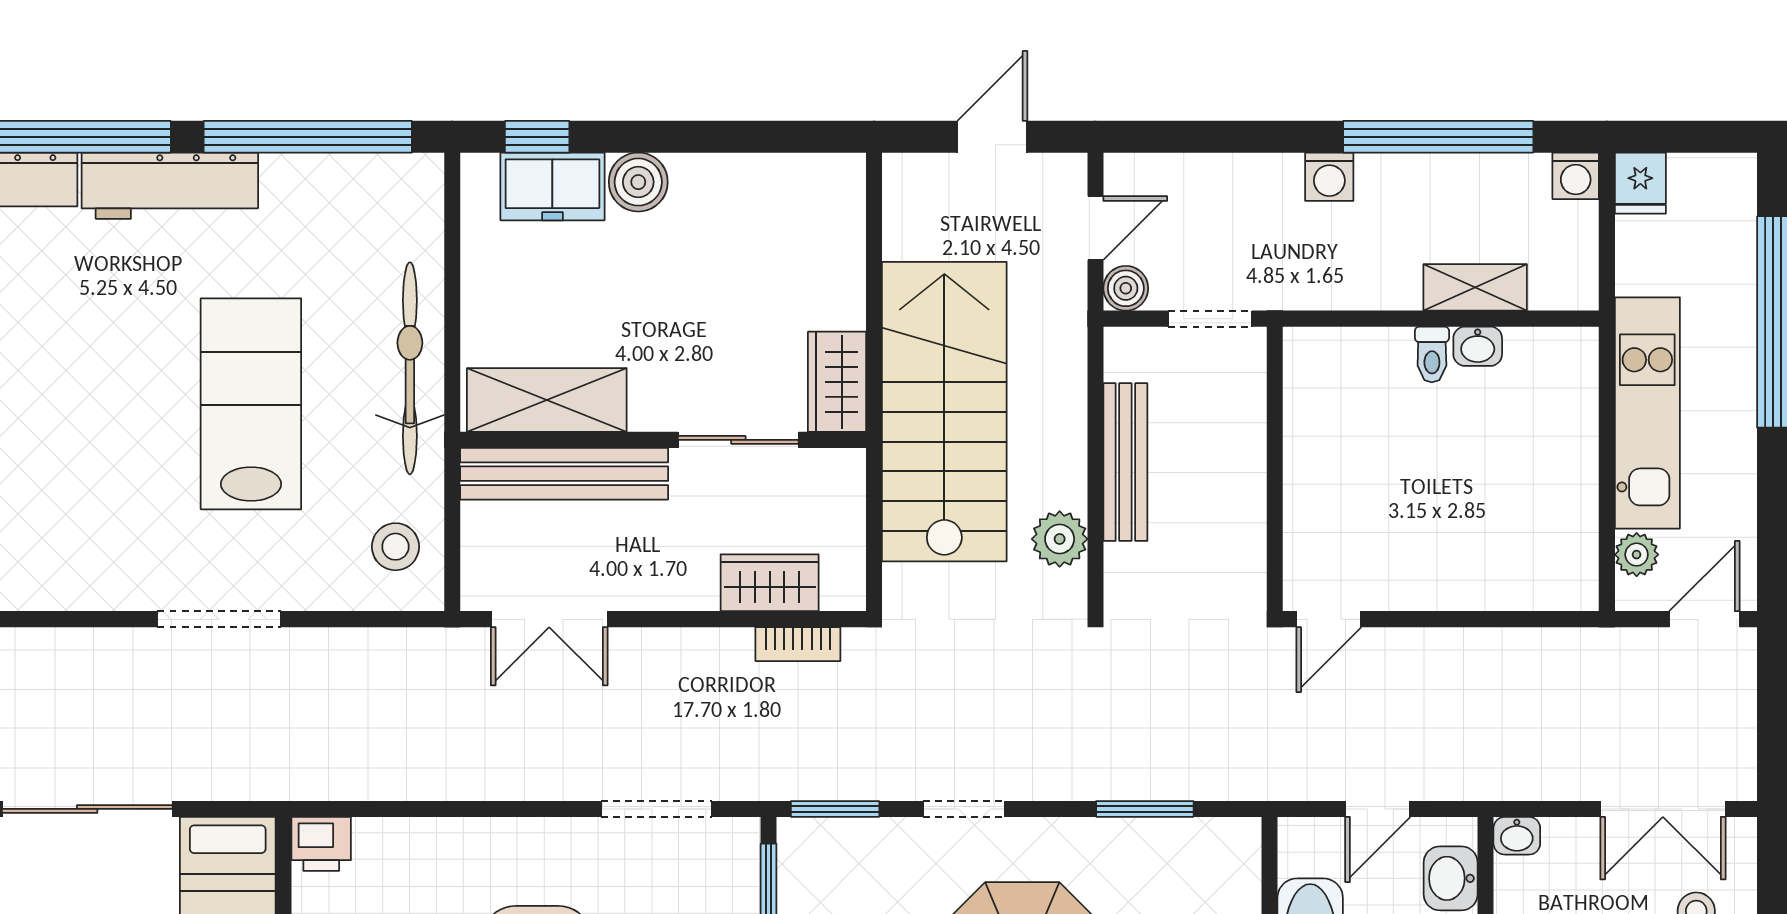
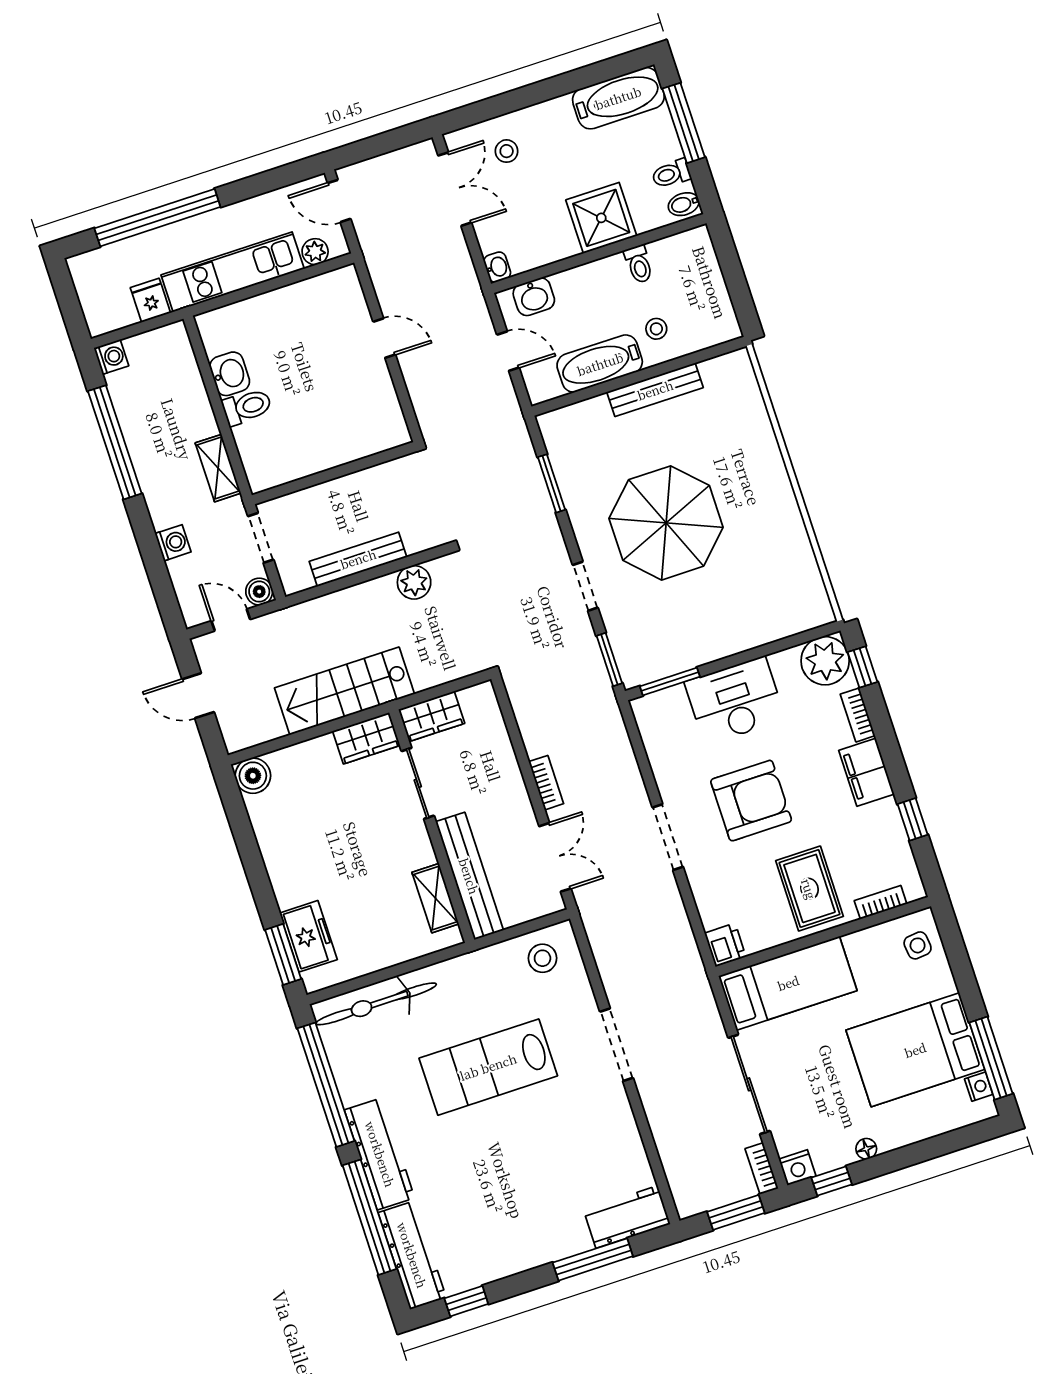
window: (537, 137) -> (283, 954), width x1.50
washing machine: (1329, 177) -> (173, 543), moved
boiler: (638, 182) -> (253, 776), moved
fridge: (1640, 183) -> (150, 300), moved, turned -90
shelving: (1475, 287) -> (218, 468), moved
washbasin: (1478, 346) -> (230, 374), width x1.38, depth x1.45
toilet: (1432, 354) -> (247, 407), width x1.37, depth x1.39
bicycle: (410, 368) -> (376, 1004), moved
shelving: (547, 400) -> (435, 898), width x0.67, depth x0.75
stairs: (944, 412) -> (344, 691), width x0.73, depth x0.66
wardrobe: (770, 583) -> (432, 716), moved, turned -90
door: (1329, 619) -> (384, 338), moved
bookcase: (798, 644) -> (546, 783), moved
doorway: (656, 809) -> (668, 837), moved

